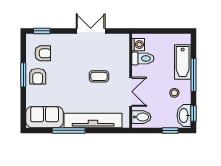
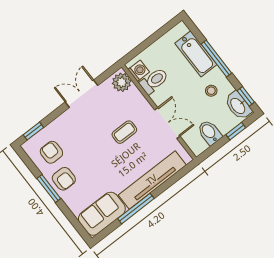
plant: (122, 43) -> (122, 82), added
armchair: (43, 53) -> (51, 152), turned -90
bidet: (141, 117) -> (210, 132), moved, turned -90

